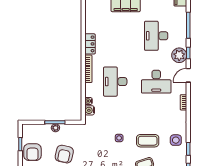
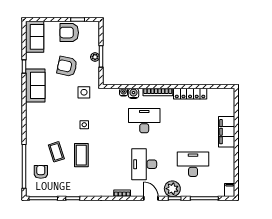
locker: (90, 44) -> (190, 94), width x1.53
water cooler: (90, 110) -> (134, 93), moved
side table: (176, 140) -> (84, 92), moved

